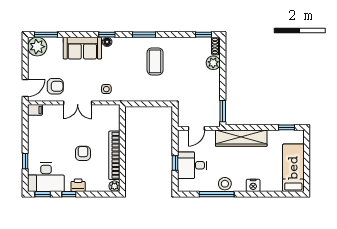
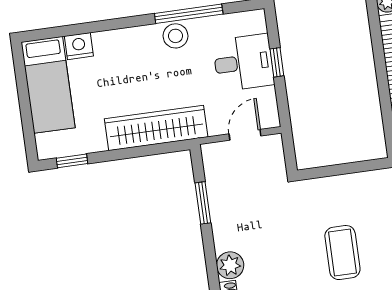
window: (223, 111) -> (203, 203), moved
nightstand: (253, 185) -> (79, 46), moved

